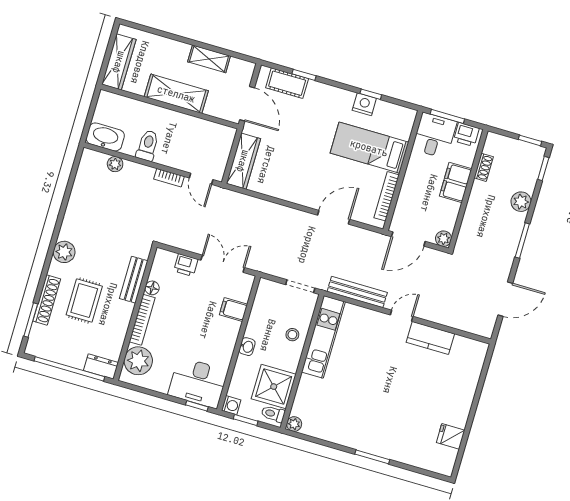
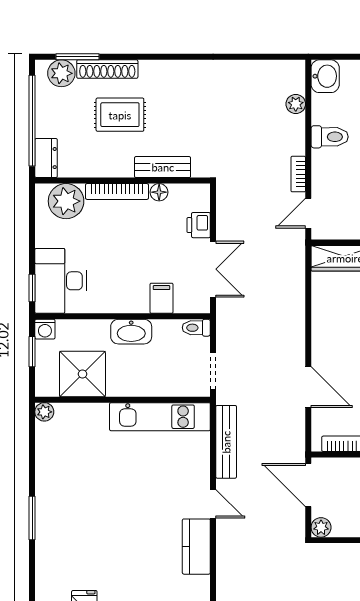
washbasin: (105, 137) -> (325, 76), width x0.72
plant: (64, 252) -> (61, 73), moved
stool: (292, 335) -> (152, 378), removed
washbasin: (247, 347) -> (131, 332), width x1.91, depth x1.45
toilet: (273, 414) -> (196, 328), moved, turned -90

